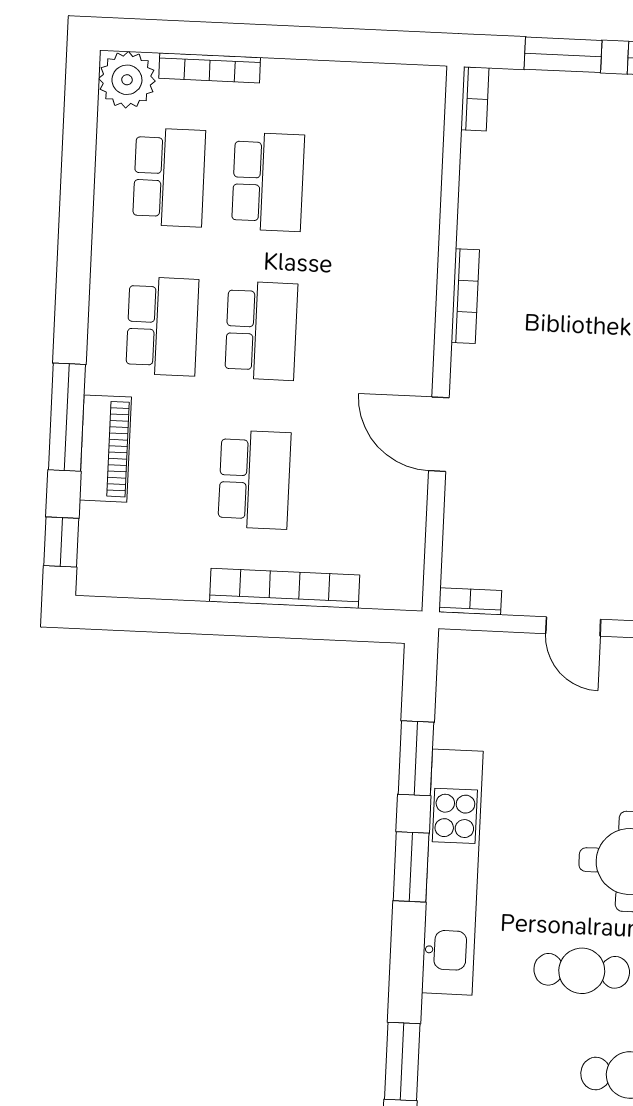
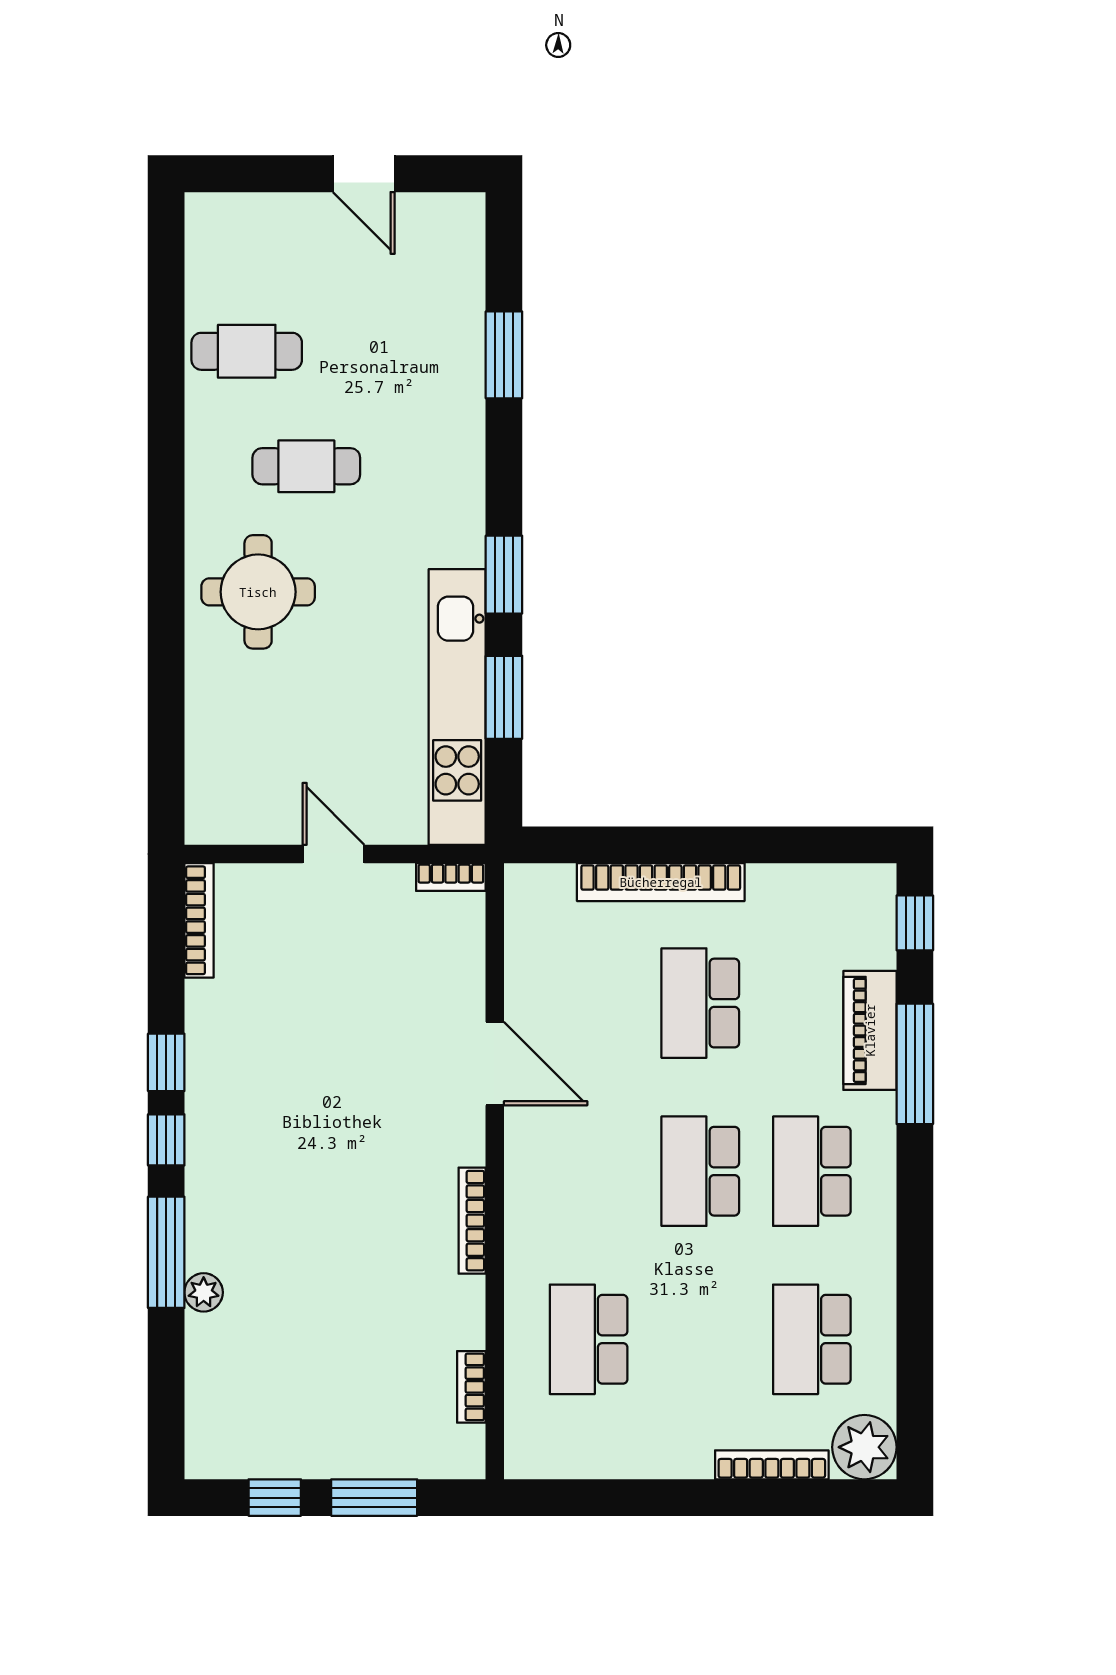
bookcase: (475, 99) -> (471, 1387), moved
school desk: (268, 182) -> (589, 1339), moved
kitchen unit: (452, 872) -> (457, 707), moved

